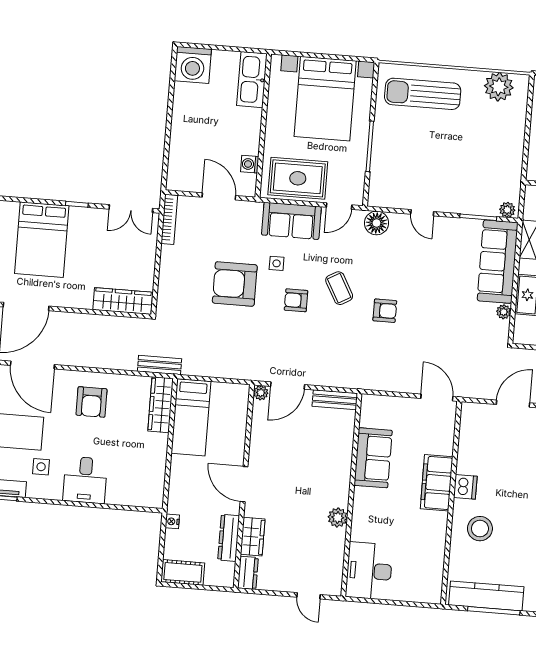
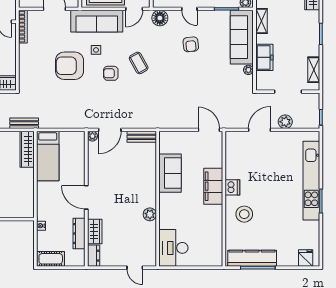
sofa: (291, 221) -> (97, 21), width x1.36
armchair: (385, 311) -> (191, 44), moved, turned 84

